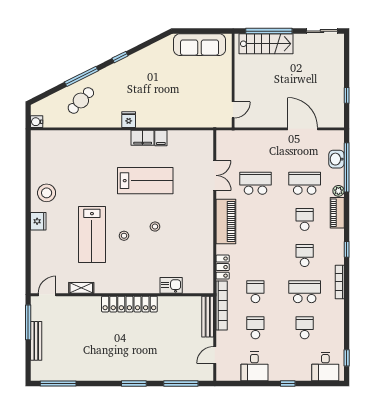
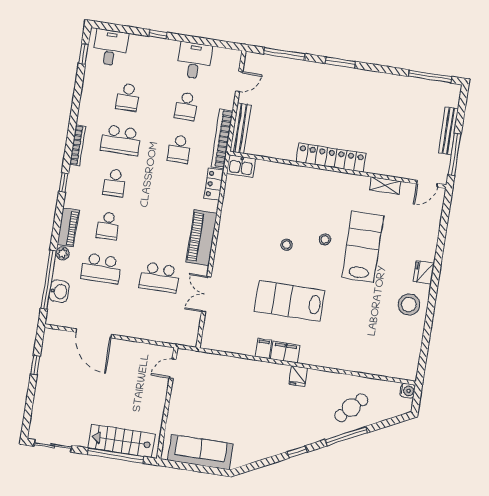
kitchen sink: (171, 285) -> (241, 166), moved

